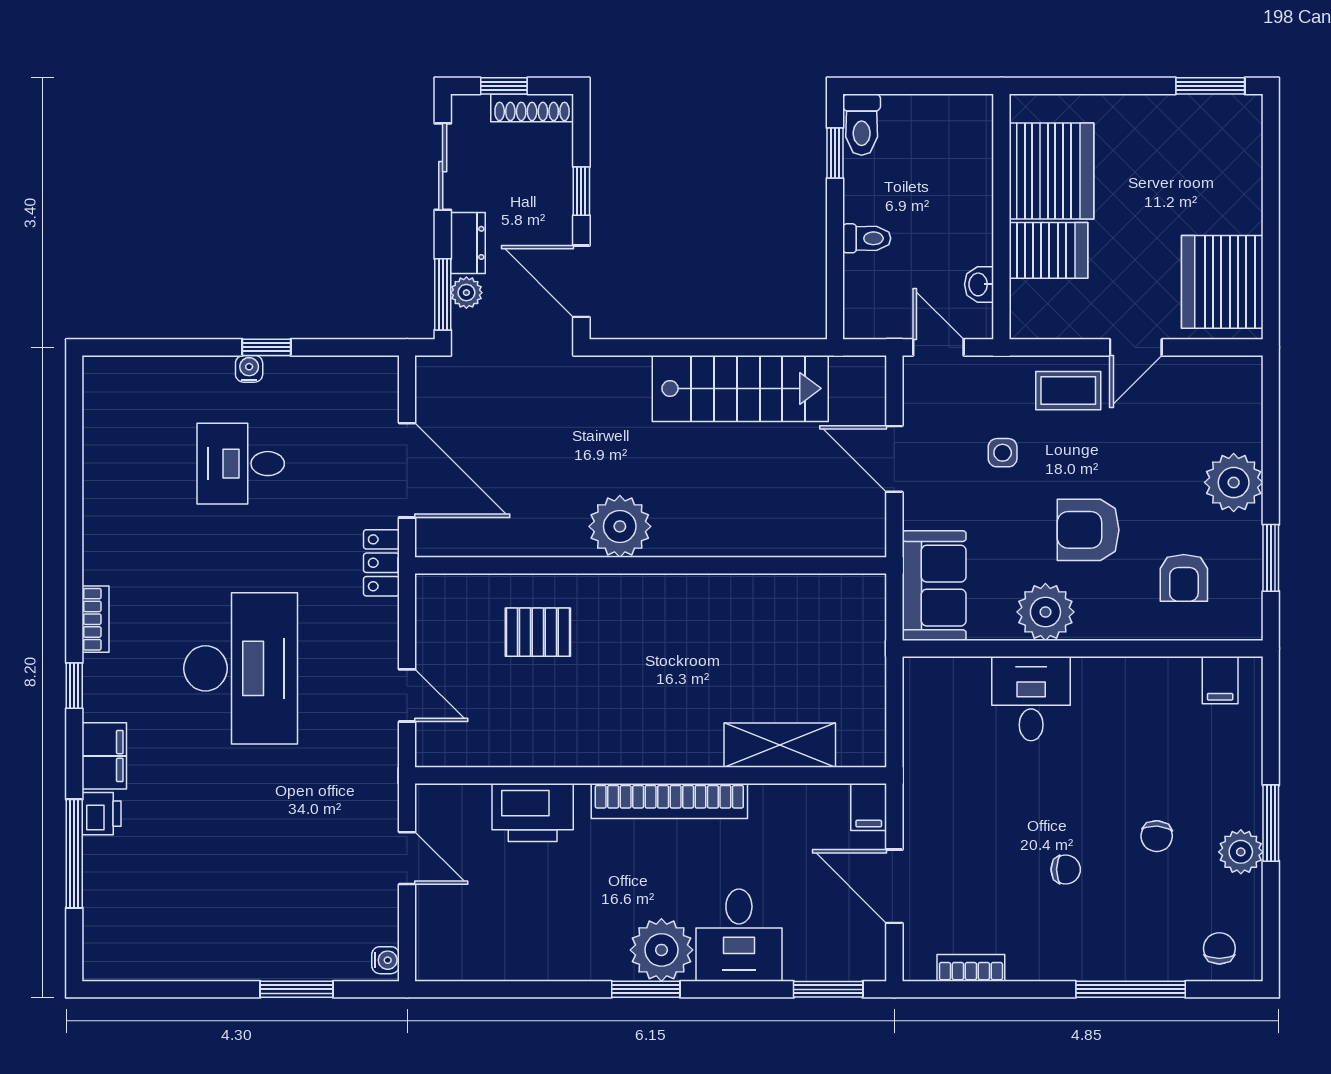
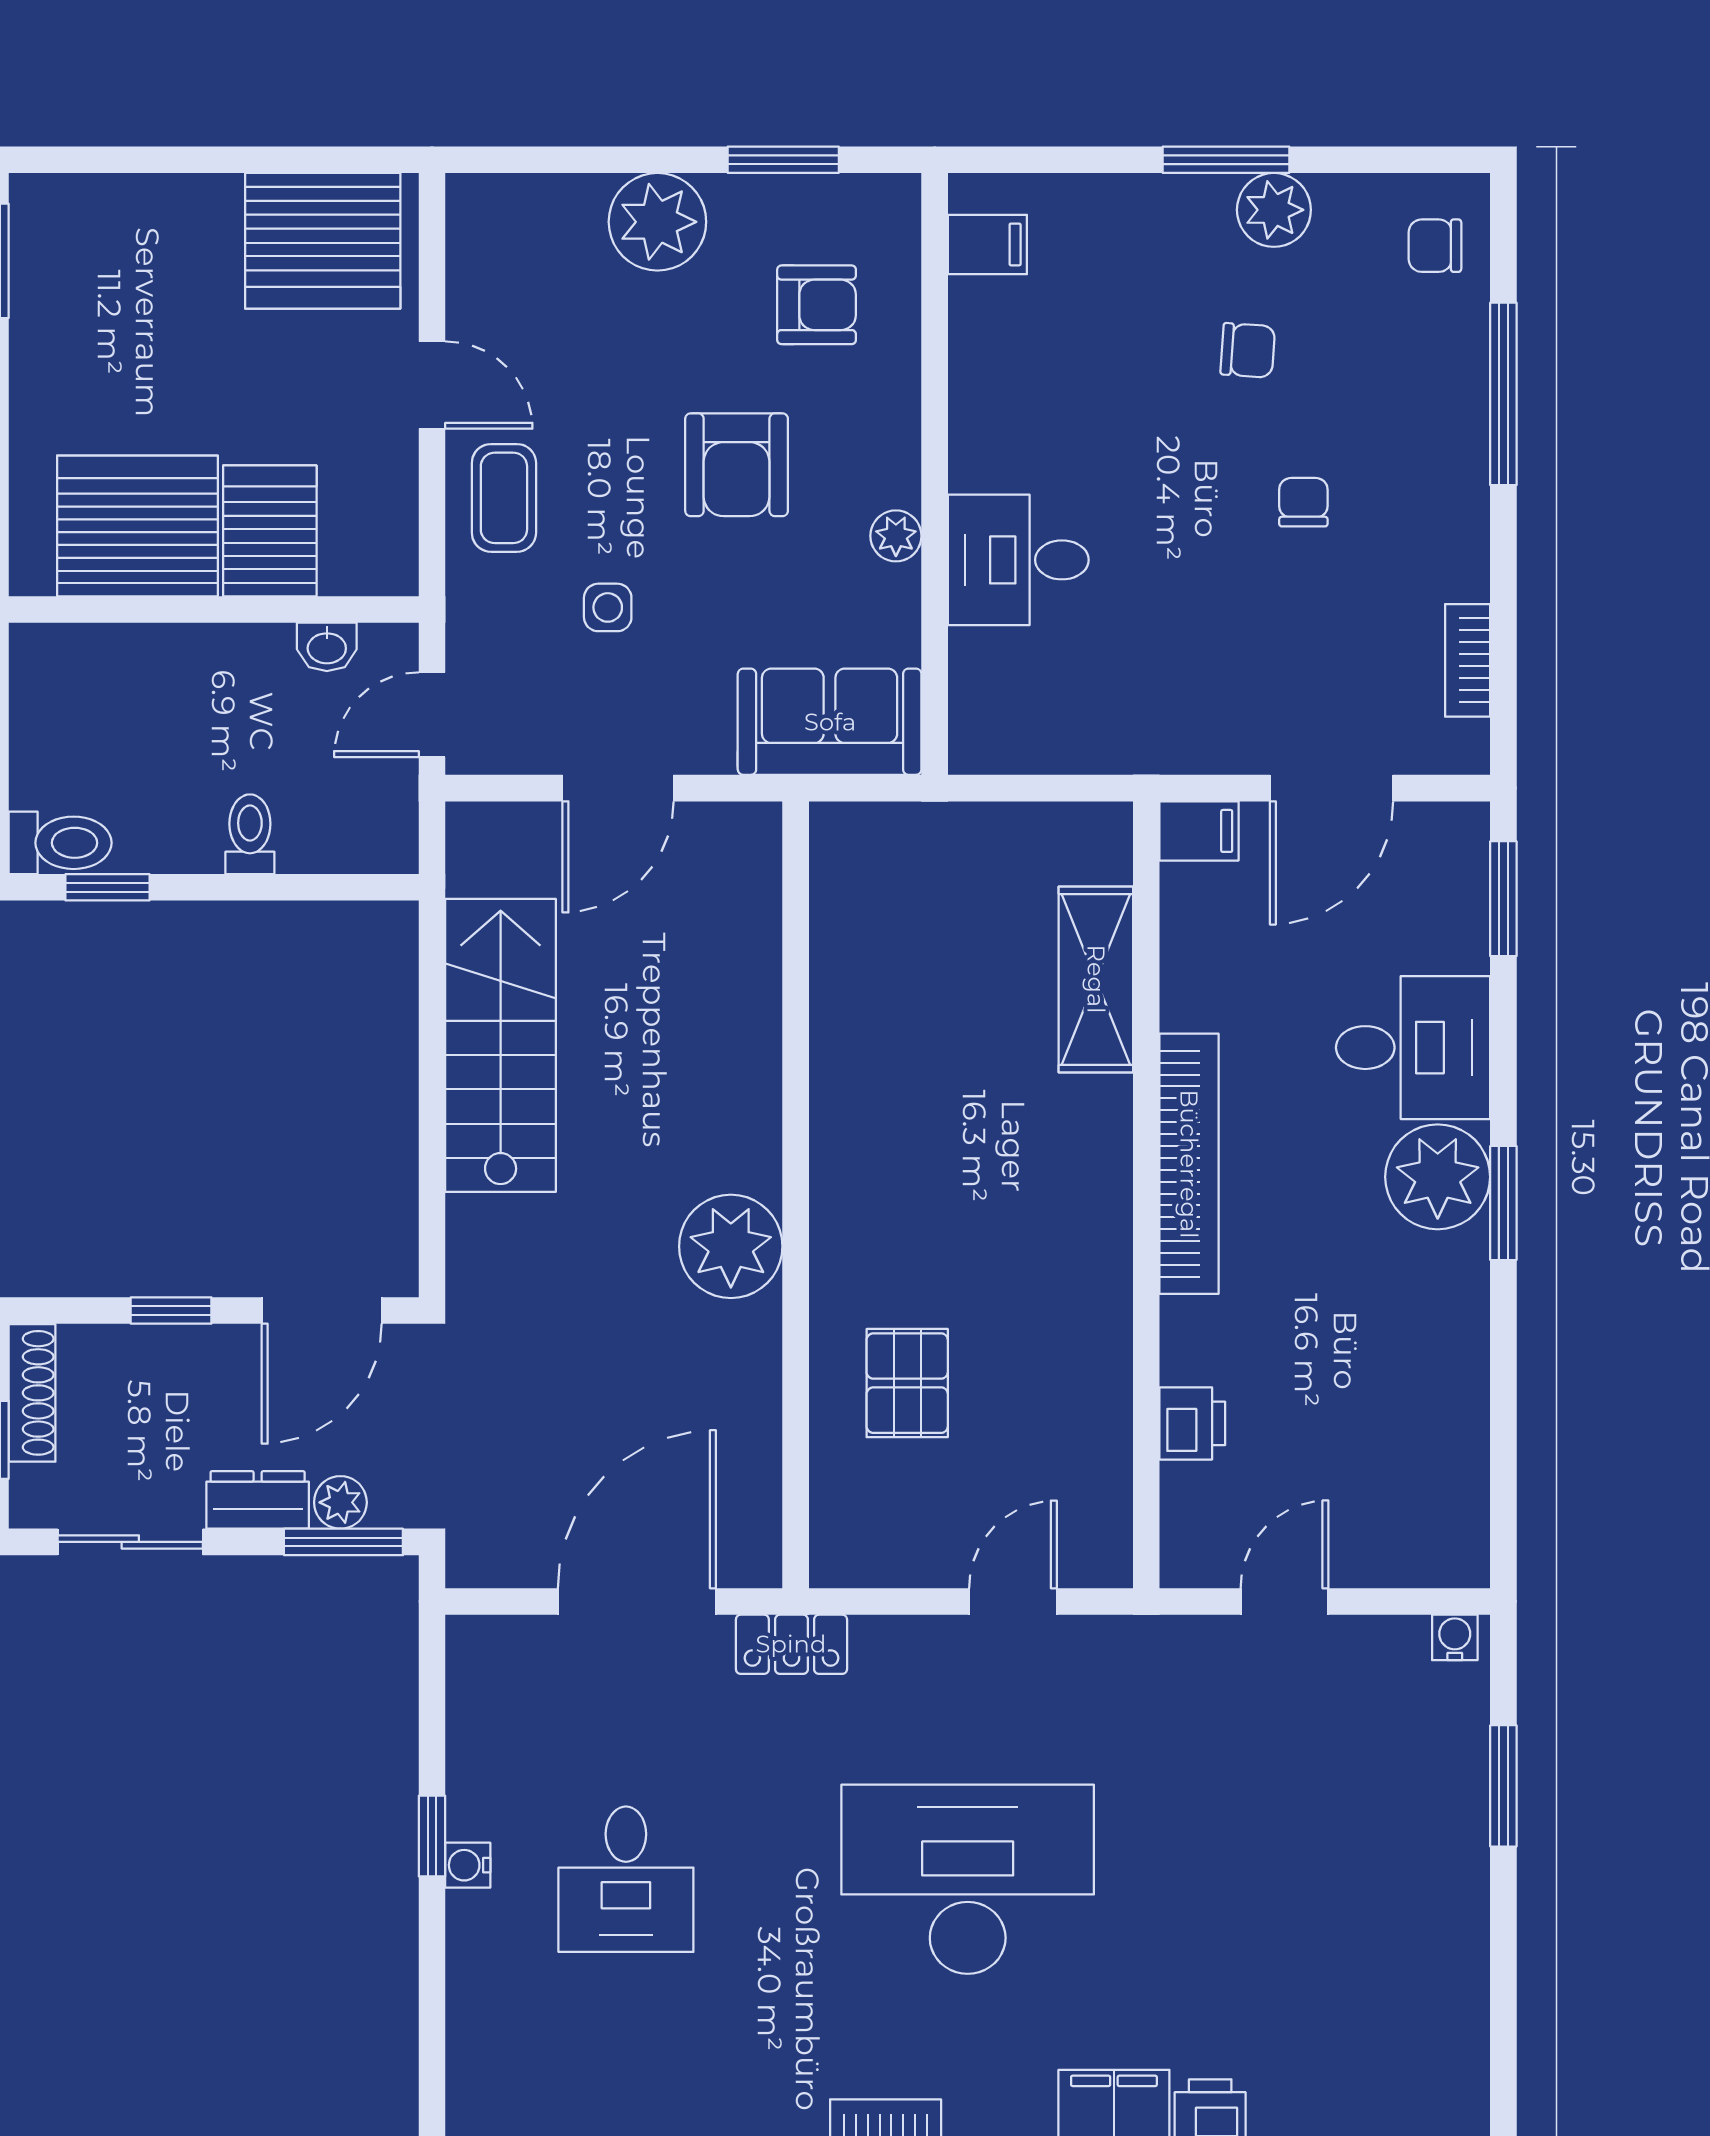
plant: (1045, 612) -> (896, 536), width x0.53, depth x0.53
printer: (533, 812) -> (1192, 1423), width x0.53, depth x0.68

